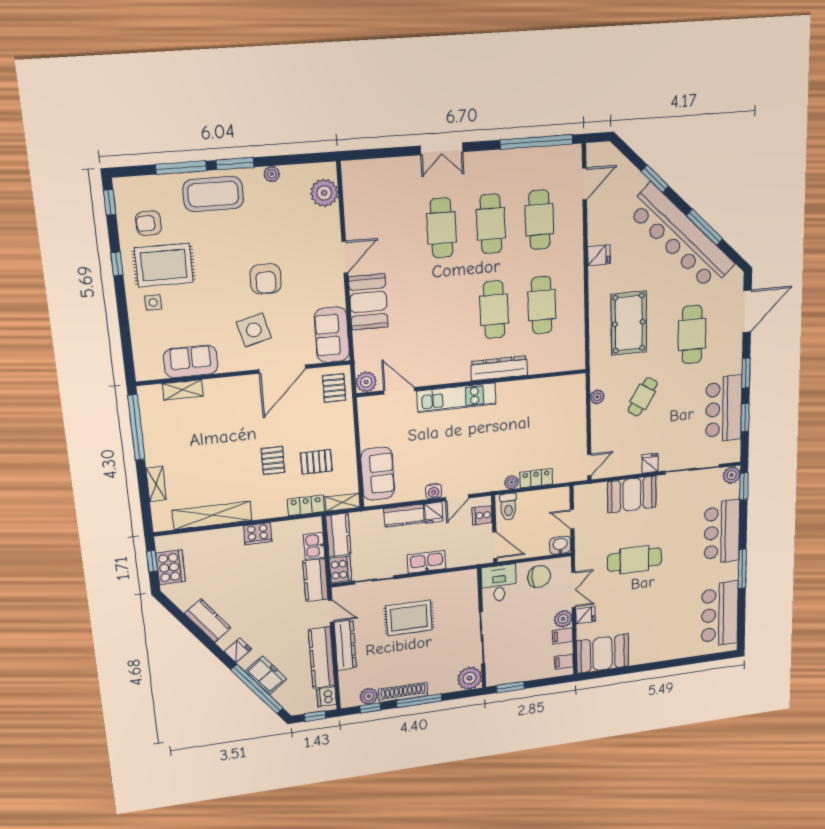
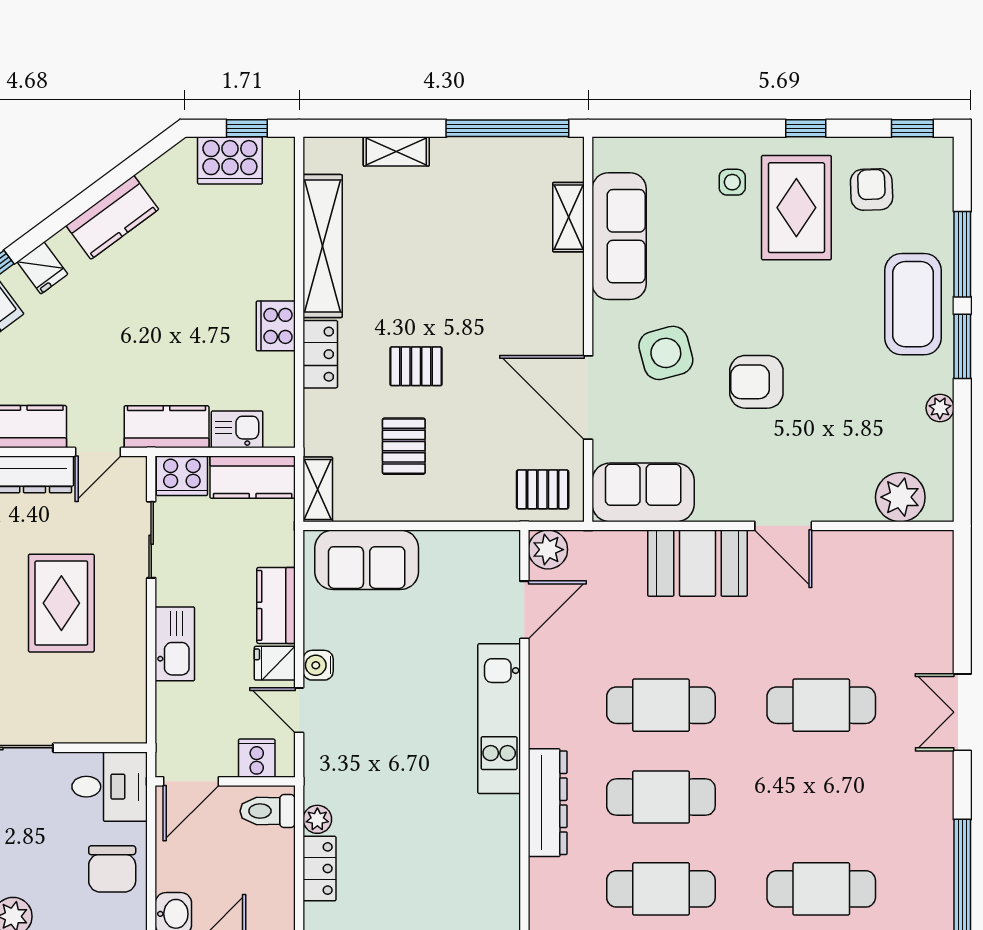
cafe table: (491, 224) -> (661, 705), moved
sofa: (191, 361) -> (619, 236), width x1.36
locker: (306, 505) -> (320, 354), moved

